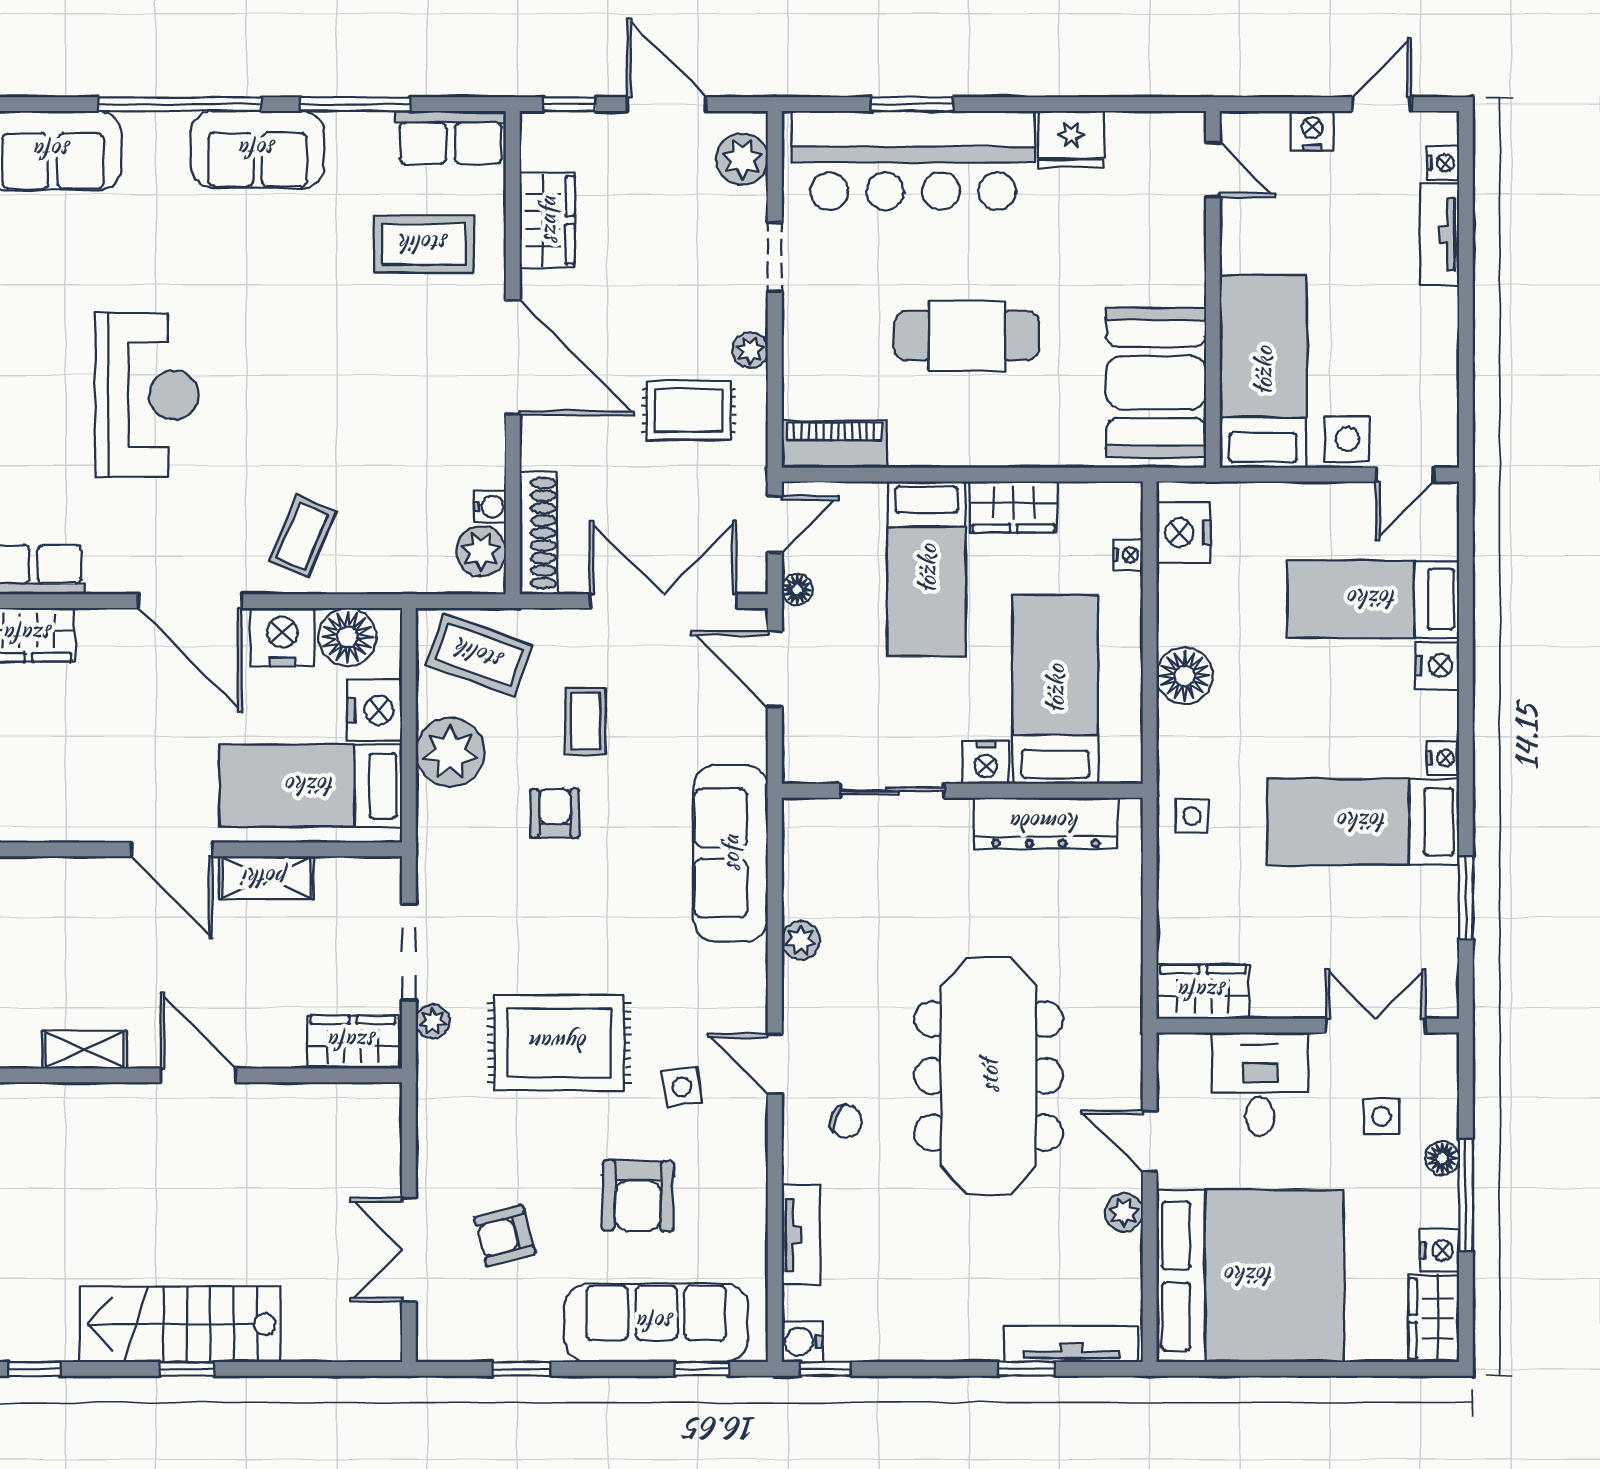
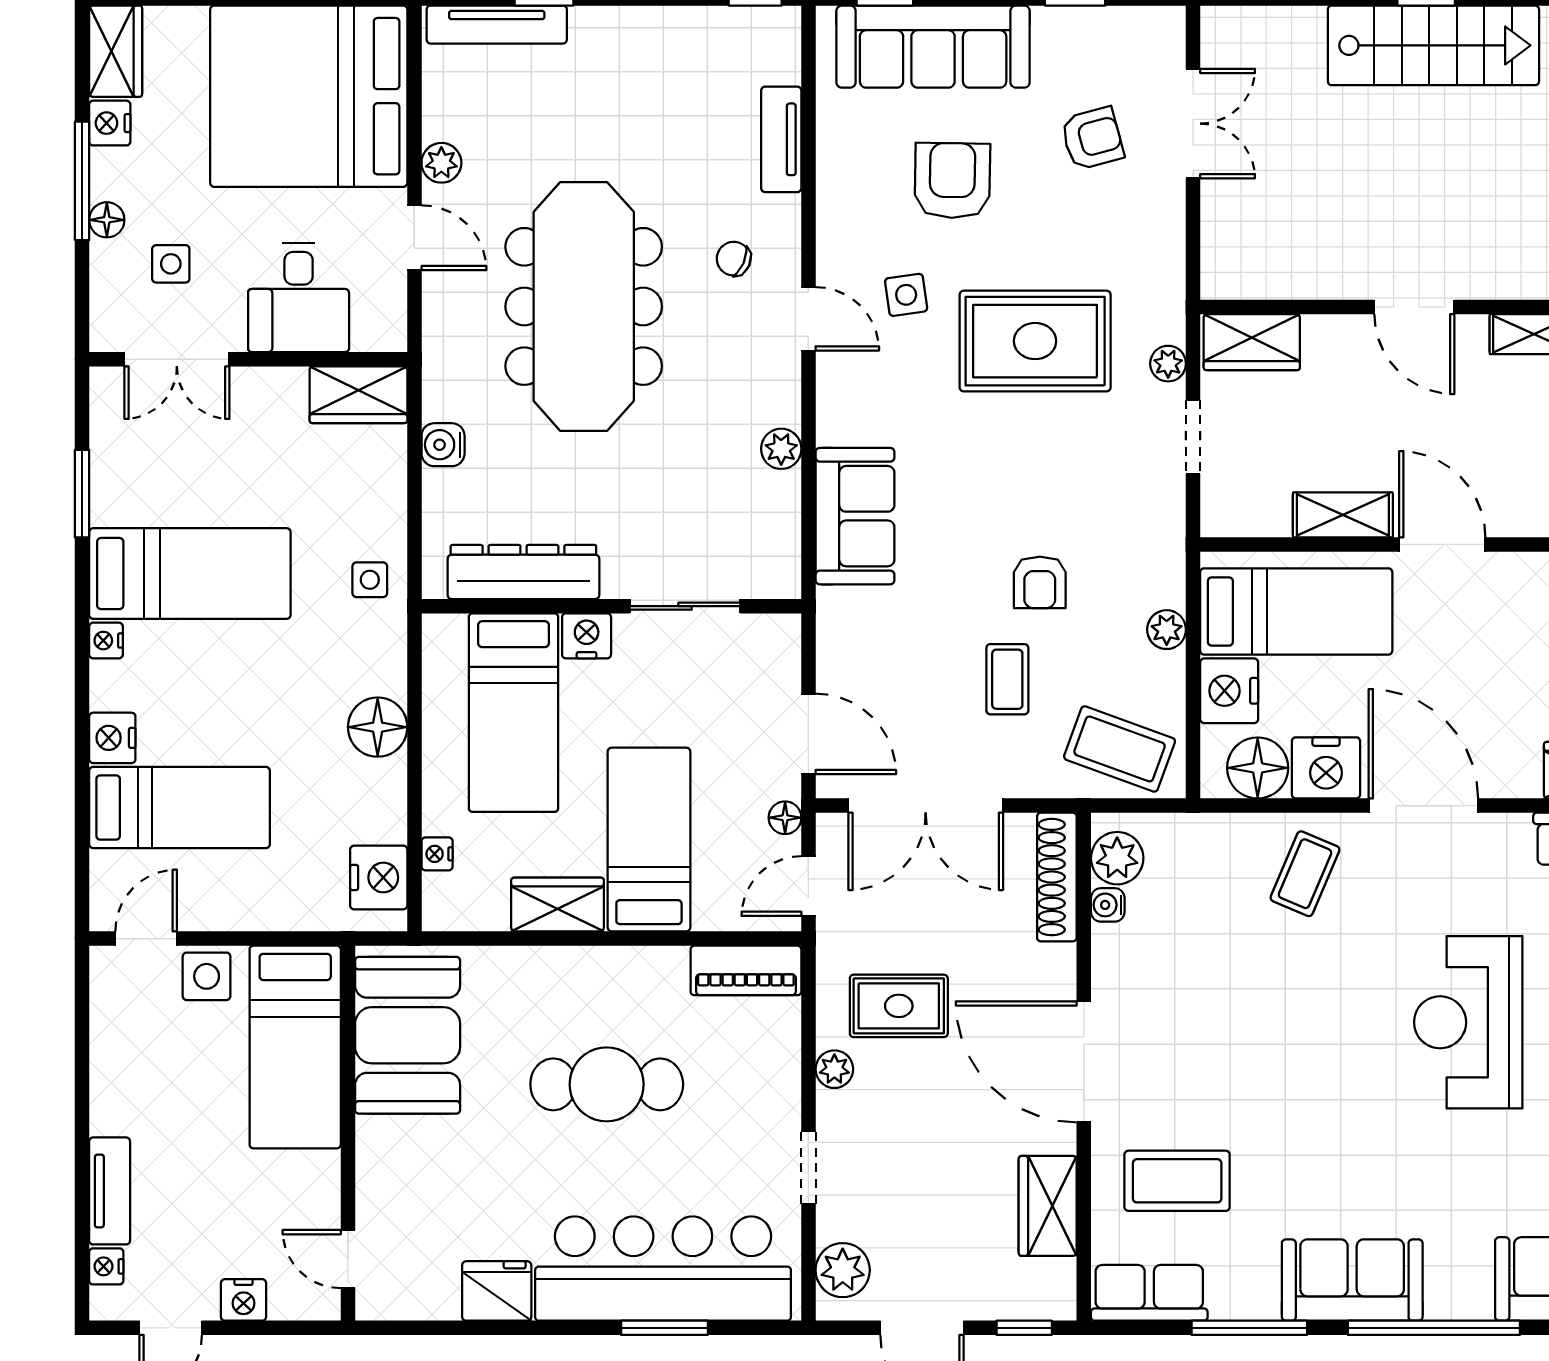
plant: (450, 752) -> (1167, 630), width x0.53, depth x0.53
sofa: (730, 853) -> (855, 516), width x0.73
doorway: (409, 952) -> (1193, 437), width x0.73
water cooler: (802, 1342) -> (443, 445), moved, turned 180

